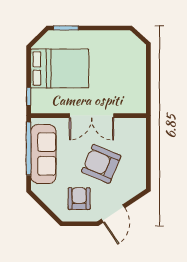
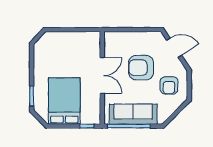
armchair: (101, 164) -> (141, 68), turned 67
armchair: (79, 199) -> (169, 85), turned -90
door: (113, 214) -> (174, 48), moved

